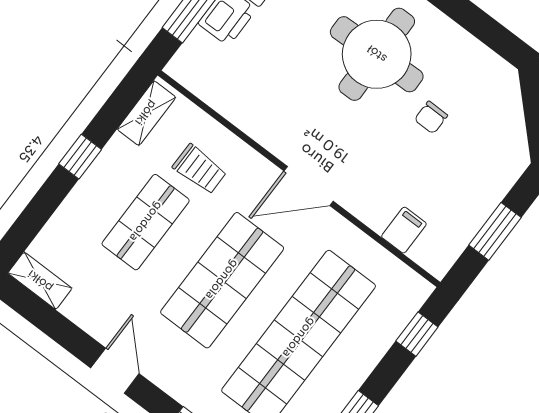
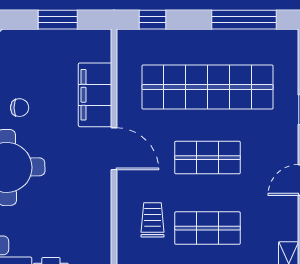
filing cabinet: (404, 230) -> (95, 95), width x3.00, depth x1.17
shop shelf: (222, 280) -> (208, 158), width x0.70, depth x0.74

